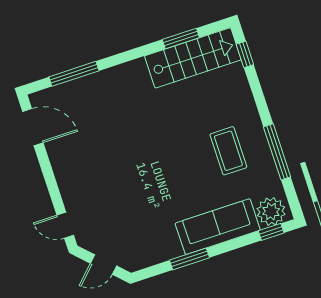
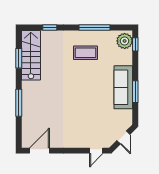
window: (245, 54) -> (50, 27), moved
window: (74, 74) -> (19, 103), moved
sofa: (218, 227) -> (123, 87), moved

